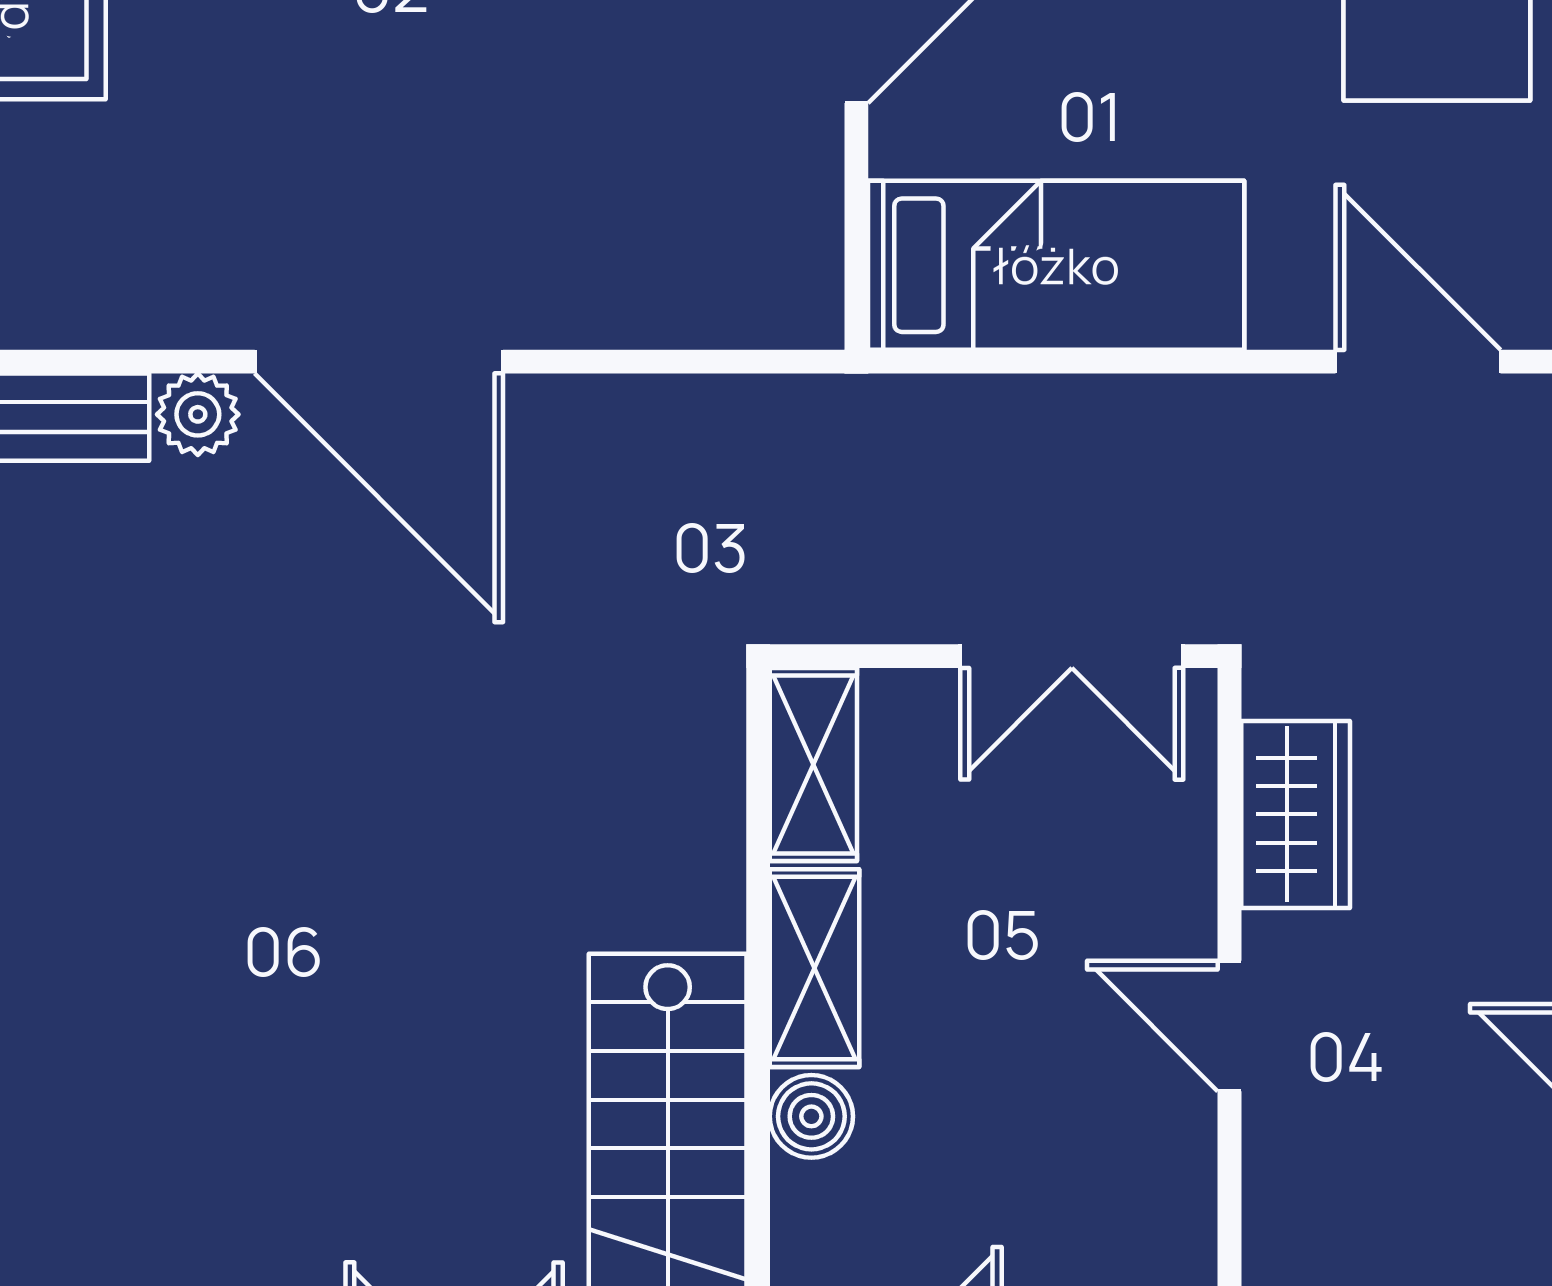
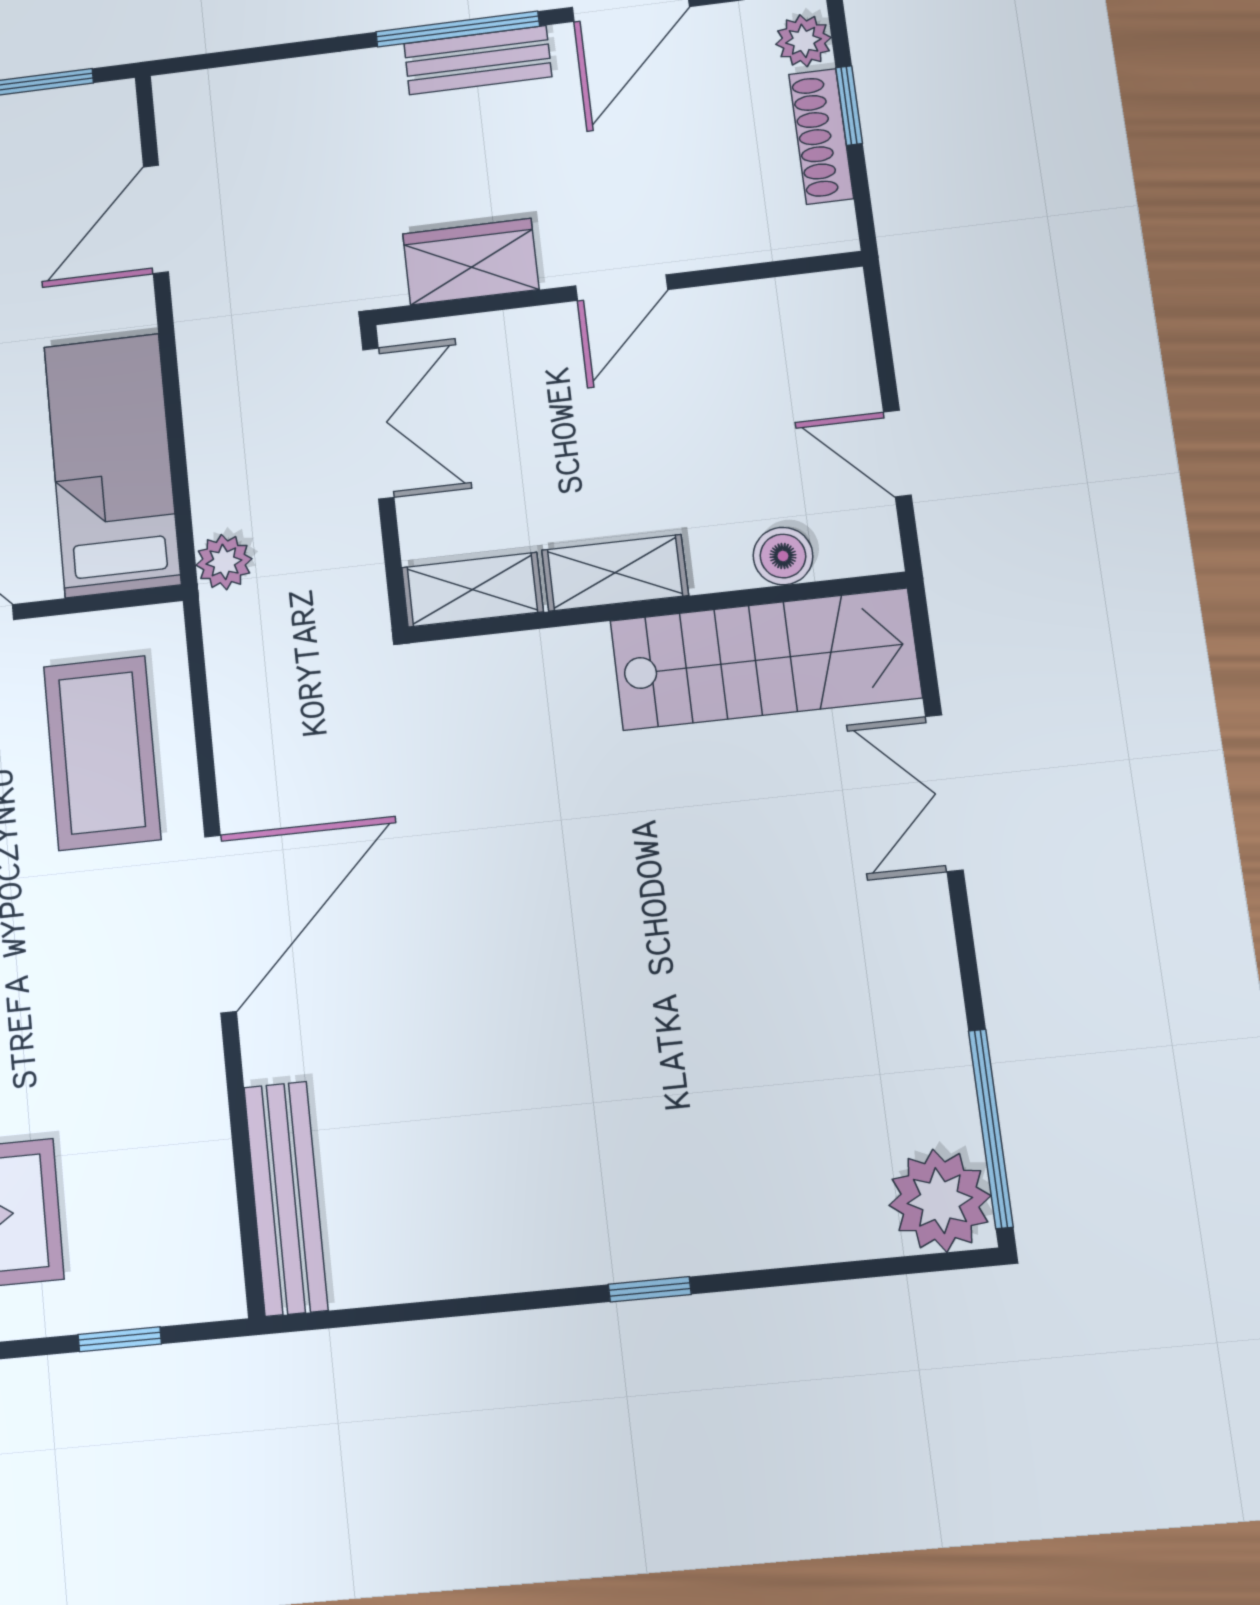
coffee table: (638, 215) -> (102, 753), added
plant: (198, 414) -> (224, 562), moved
boiler: (811, 1116) -> (783, 556), moved

